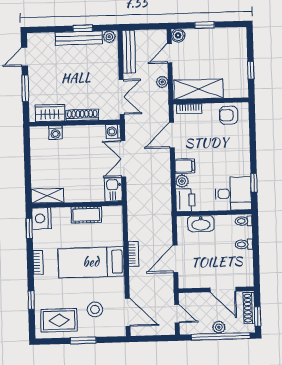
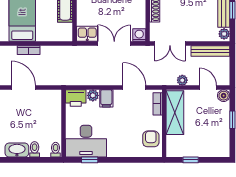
desk: (233, 194) -> (86, 141), width x1.37
washbasin: (201, 224) -> (17, 150), moved, turned 90

